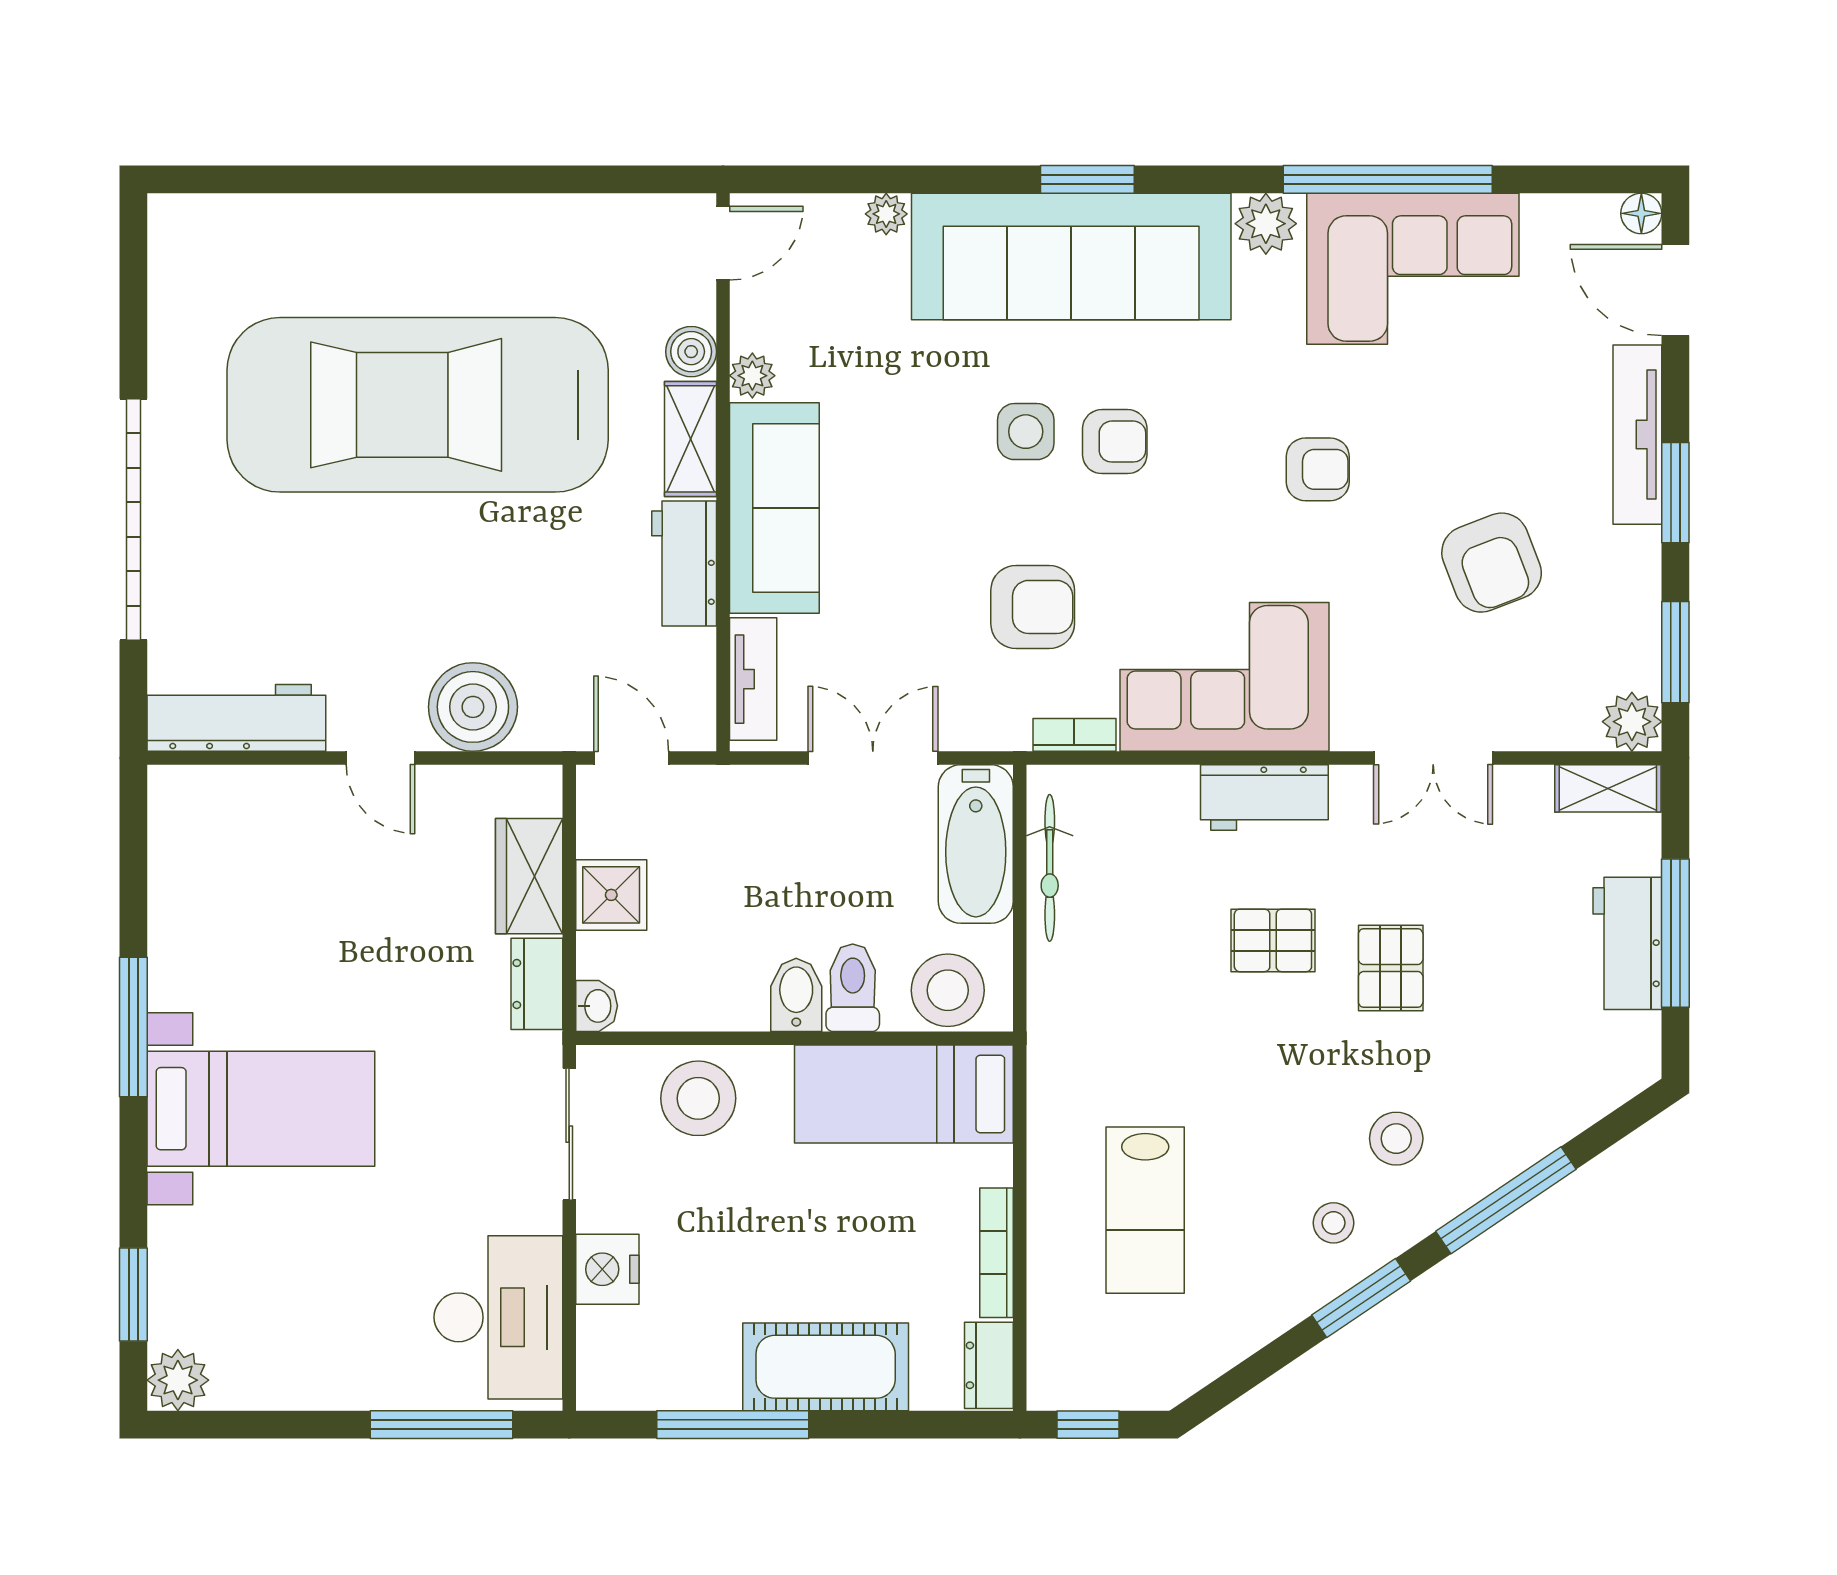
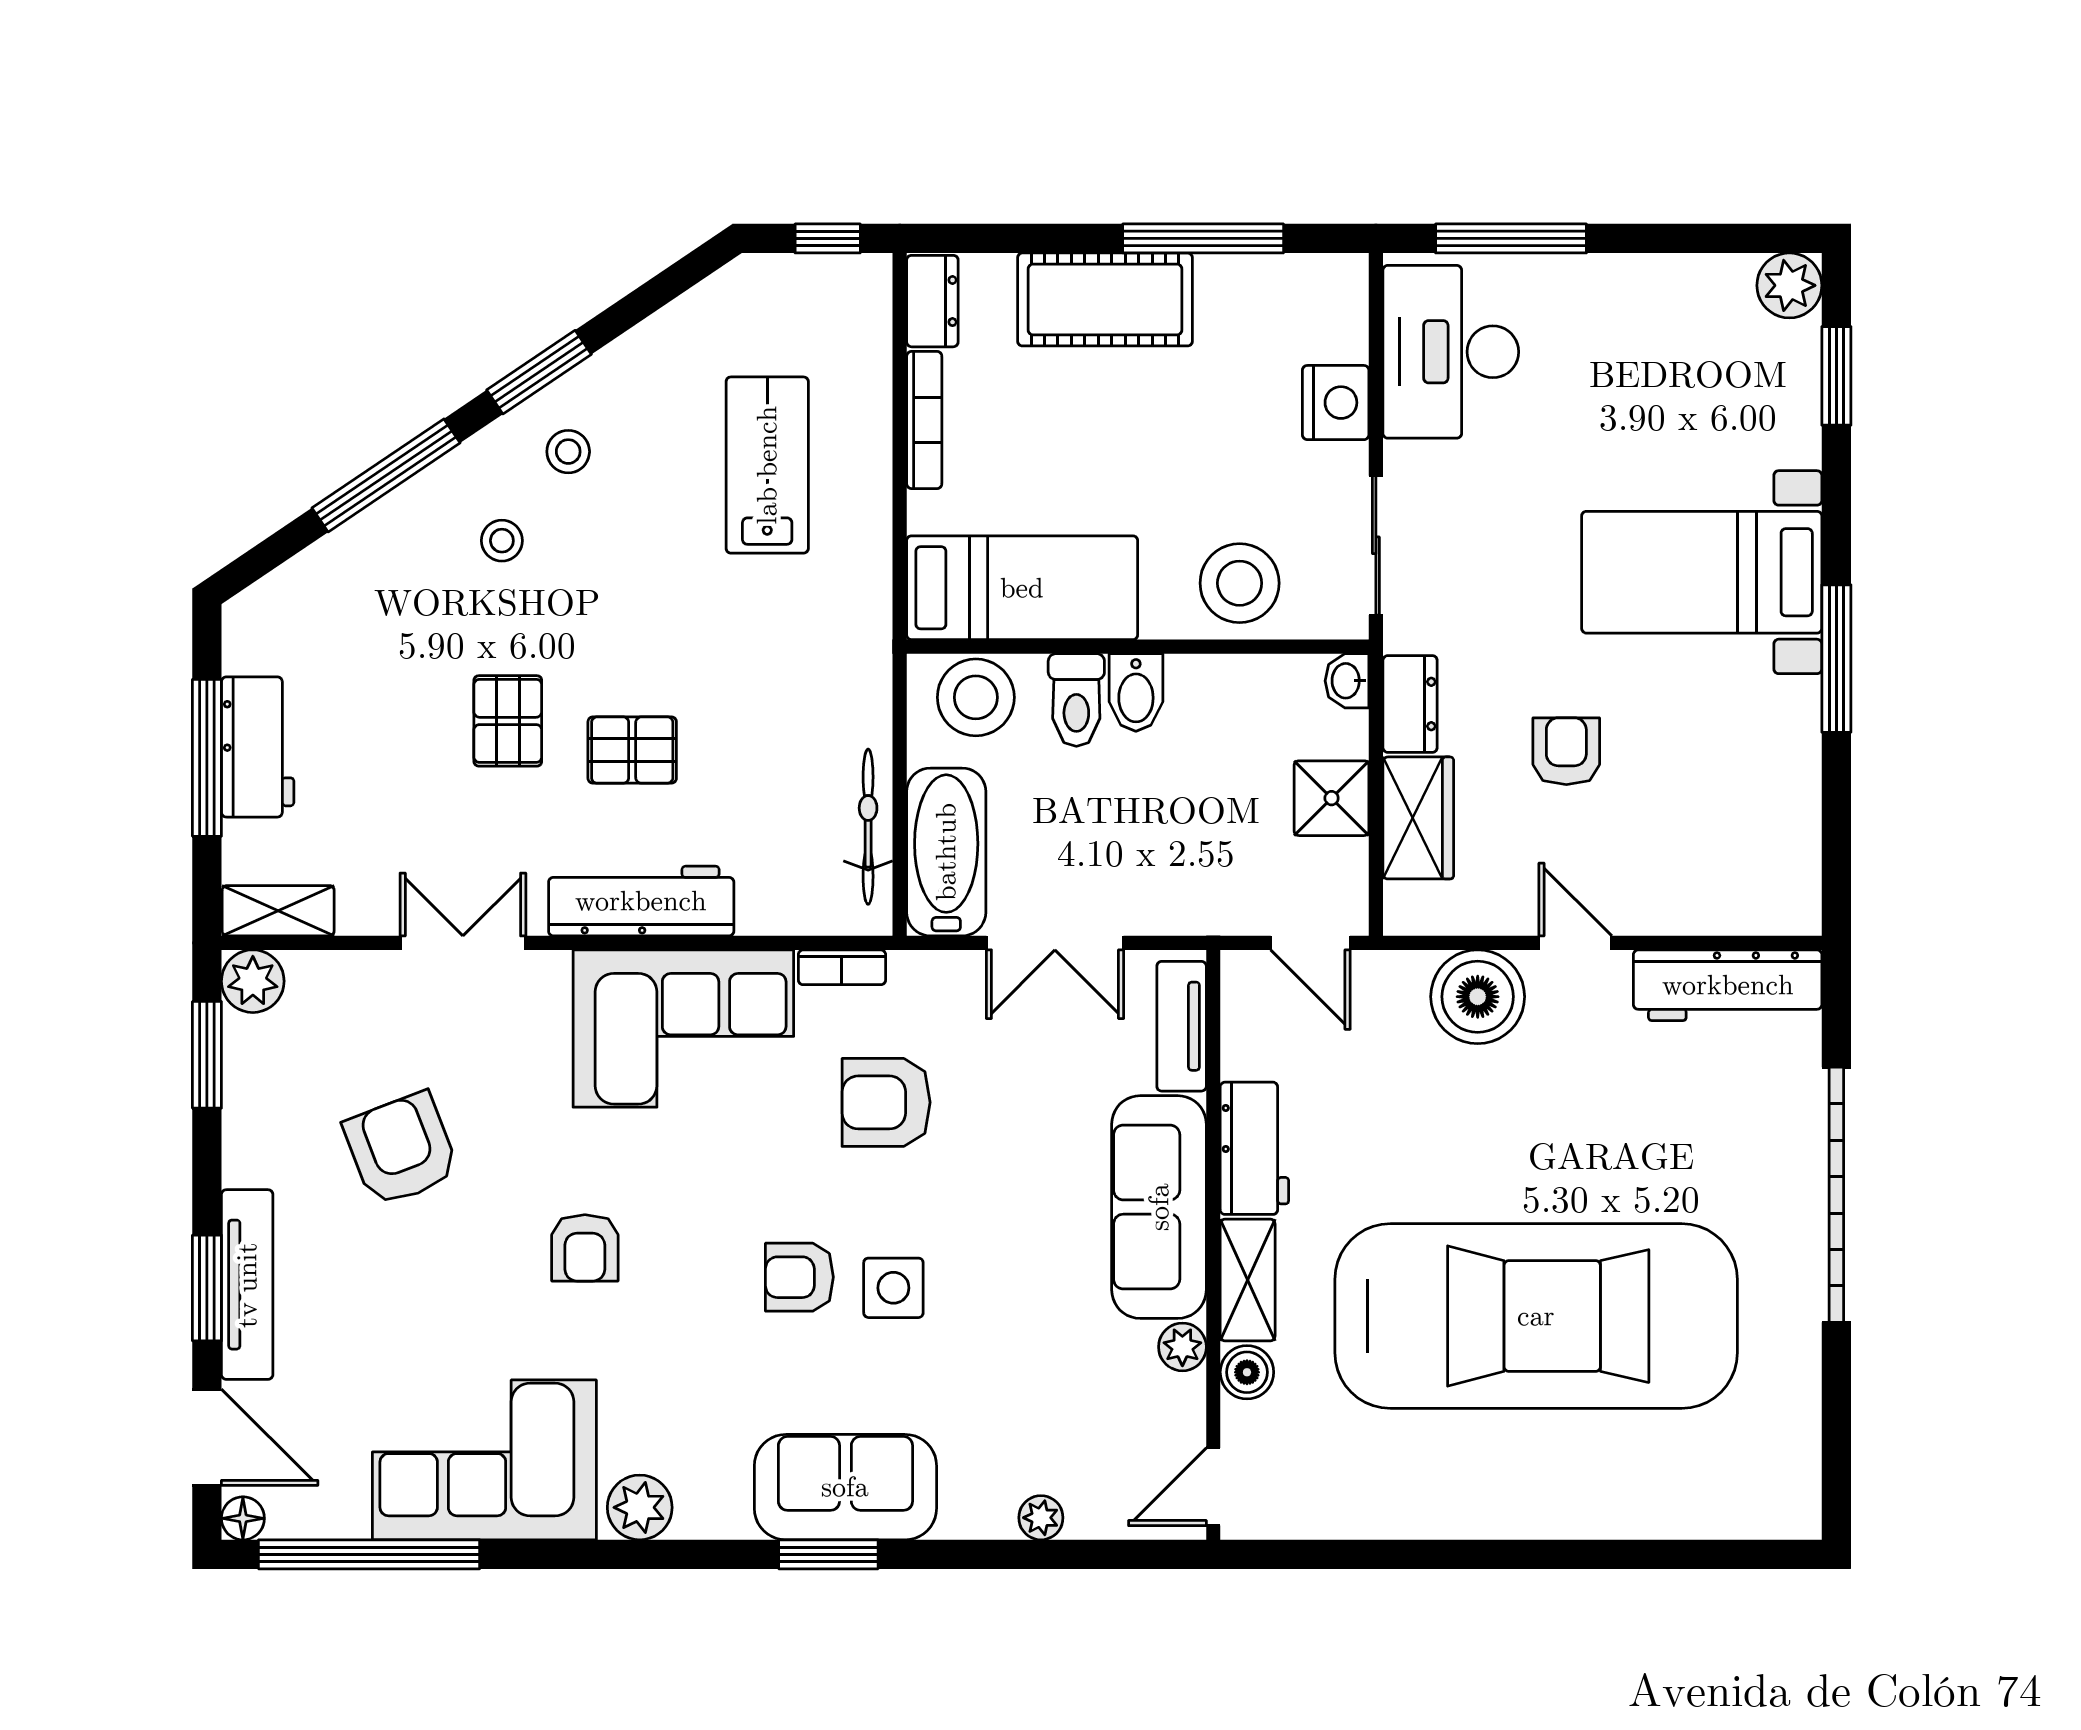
window: (1388, 179) -> (369, 1554), moved
sofa: (1071, 256) -> (845, 1487), width x0.54, depth x0.79
armchair: (1318, 469) -> (585, 1248), turned -90
window: (1675, 493) -> (207, 1288), moved
workbench: (1264, 798) -> (641, 901), width x1.38
armchair: (389, 939) -> (1566, 751), added
stool: (1396, 1139) -> (502, 541), width x0.73, depth x0.73

